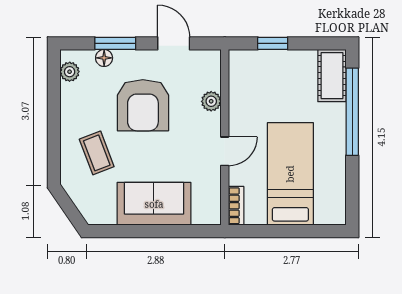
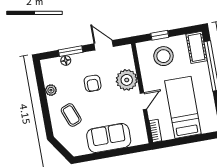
plant: (70, 72) -> (51, 90), moved
stool: (273, 80) -> (163, 56), added
plant: (211, 101) -> (127, 80), width x1.88, depth x1.88
armchair: (143, 105) -> (93, 83), width x0.53, depth x0.53

